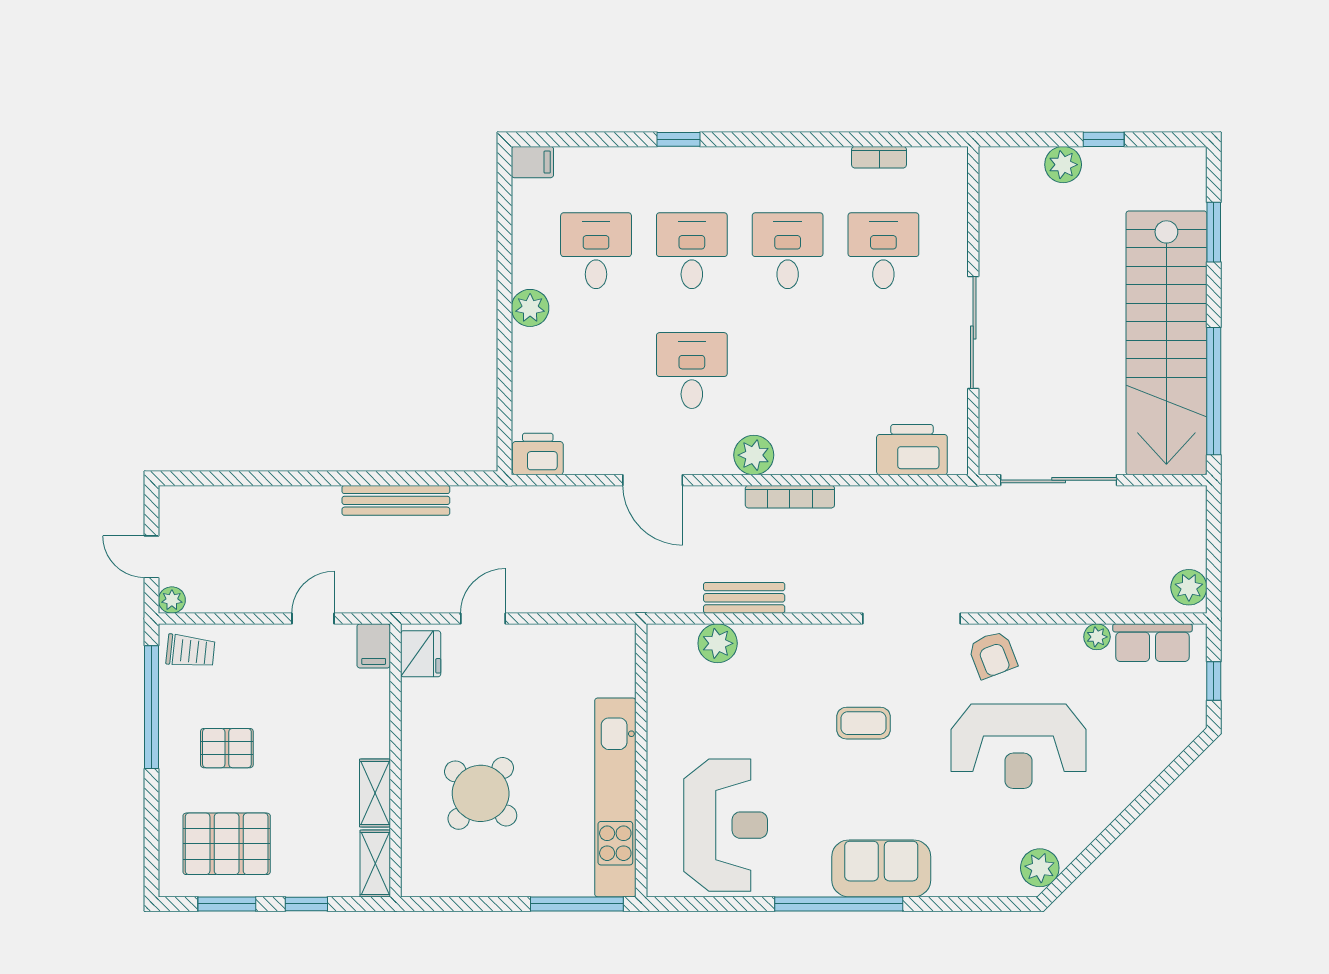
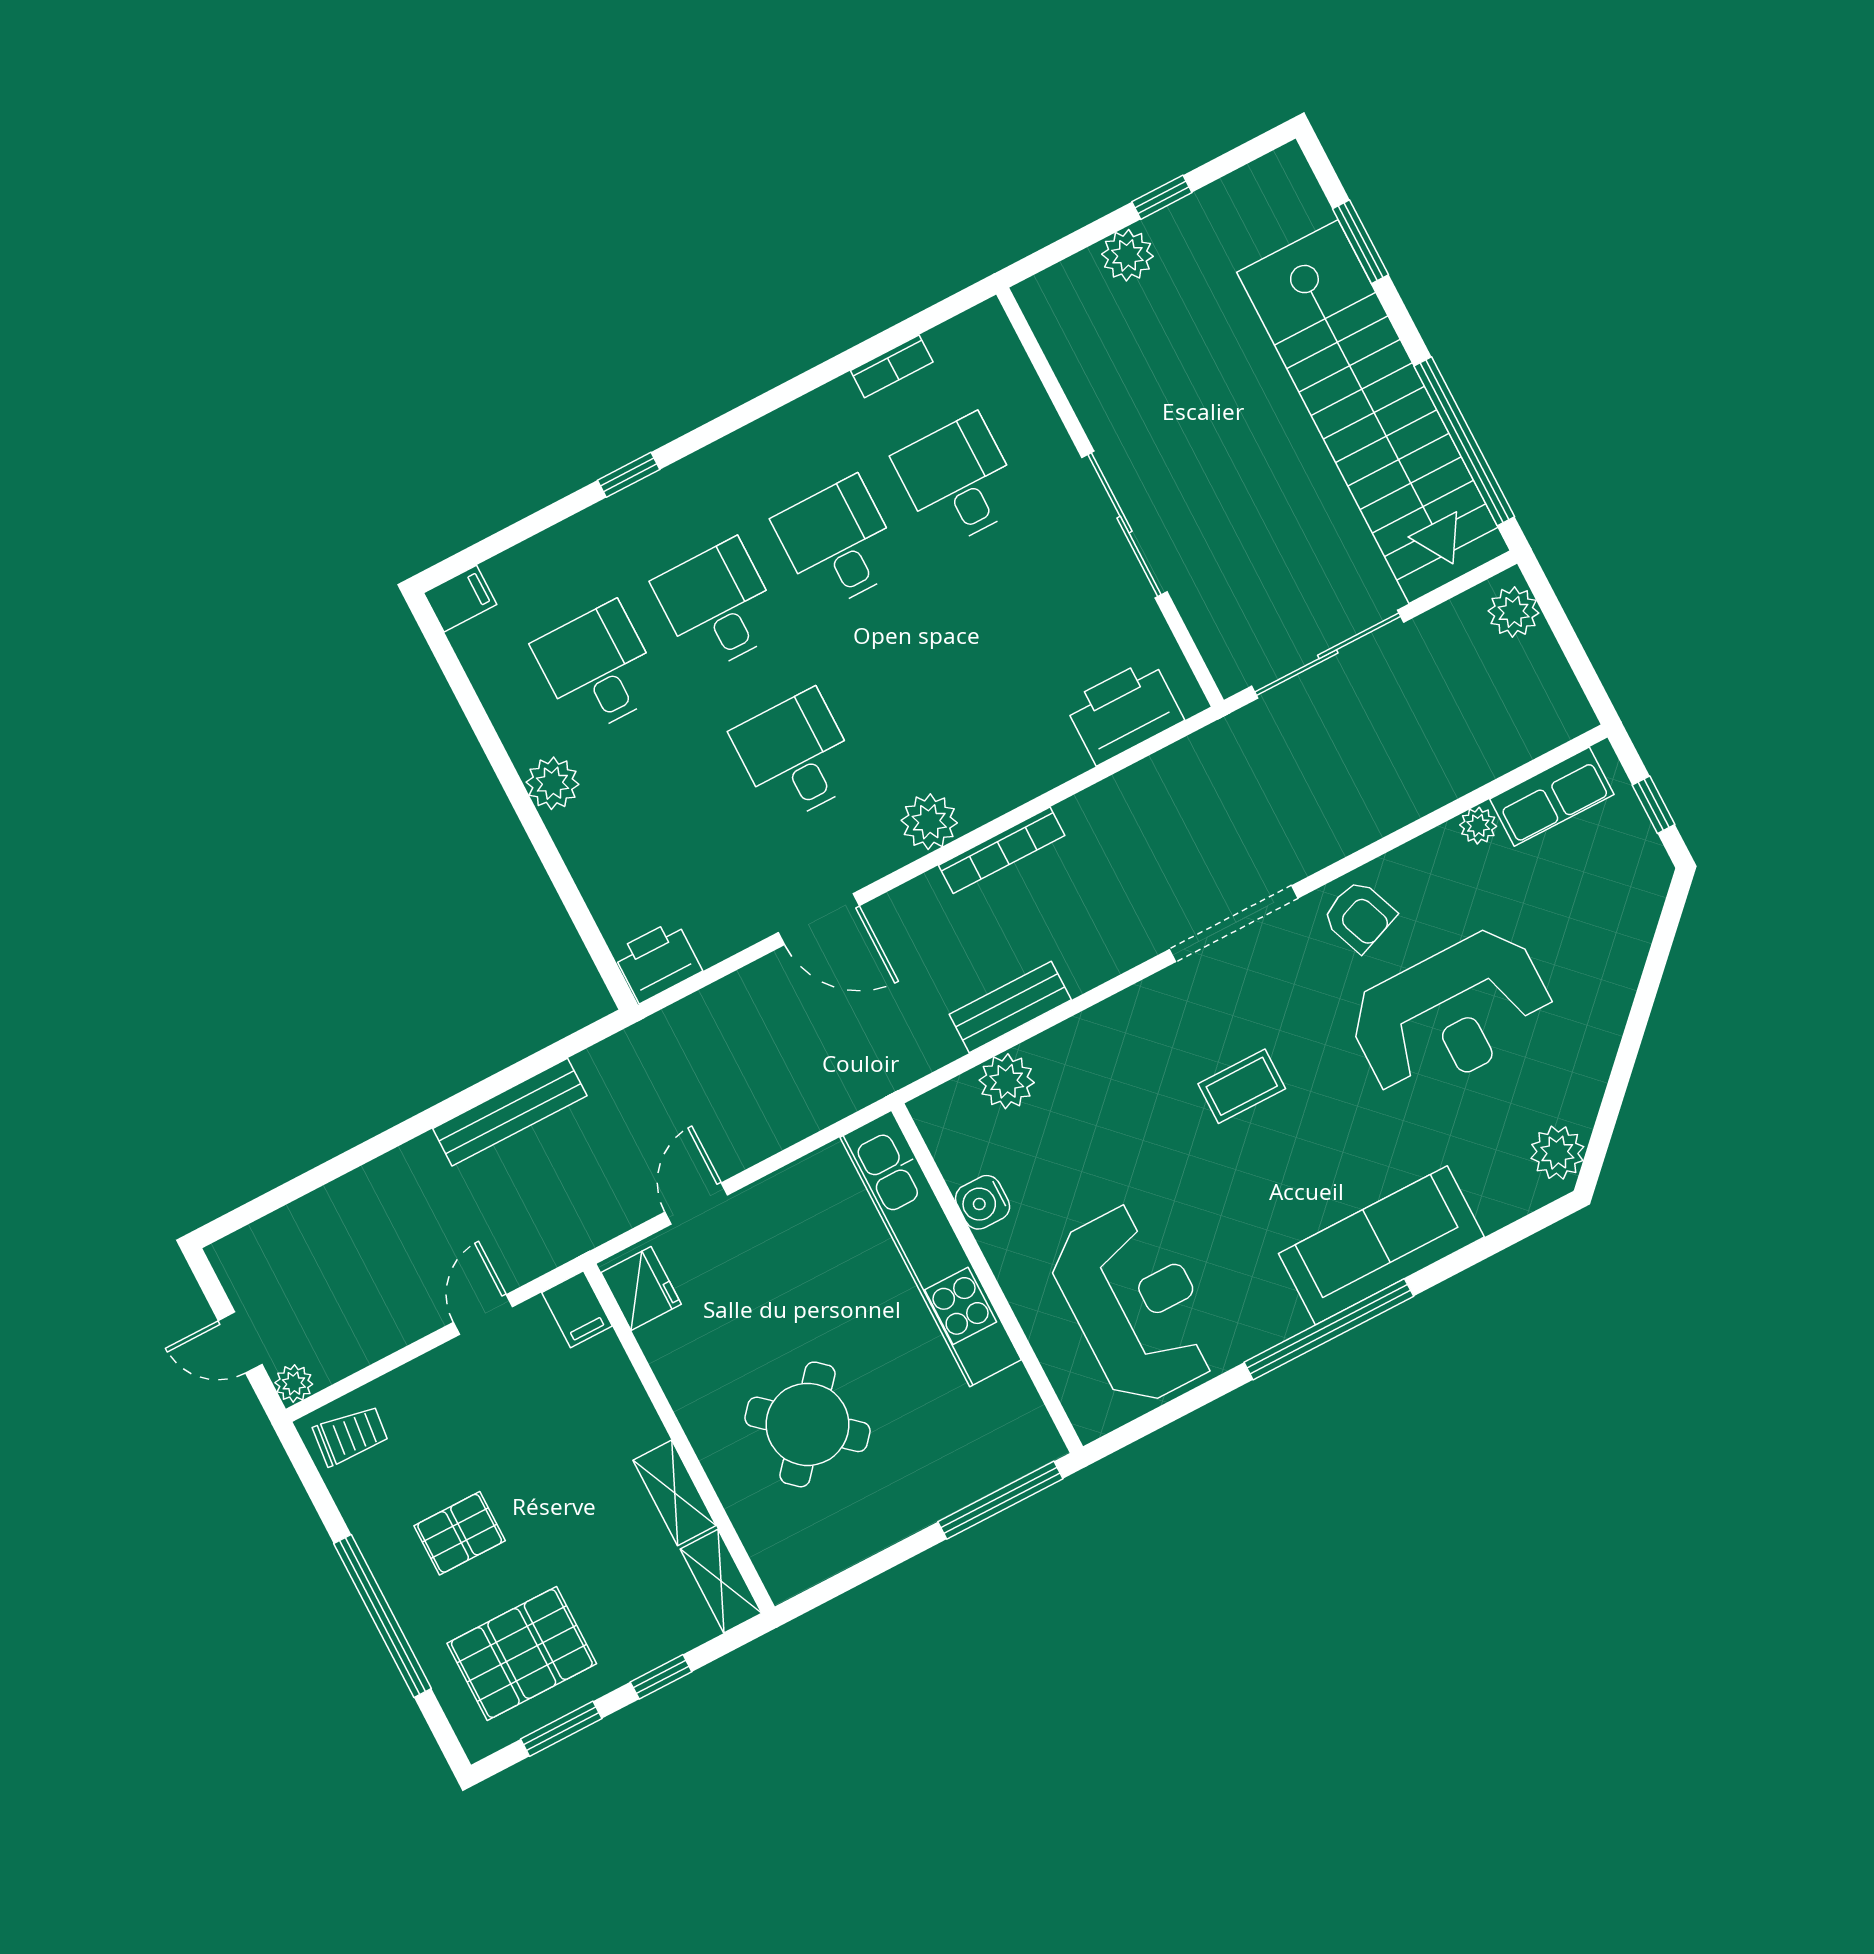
plant: (1189, 587) -> (1514, 612), moved
window: (152, 707) -> (383, 1616), moved
water cooler: (663, 711) -> (983, 1202), added
kitchen unit: (615, 797) -> (931, 1248), moved
sofa: (881, 868) -> (1381, 1245), width x1.36

